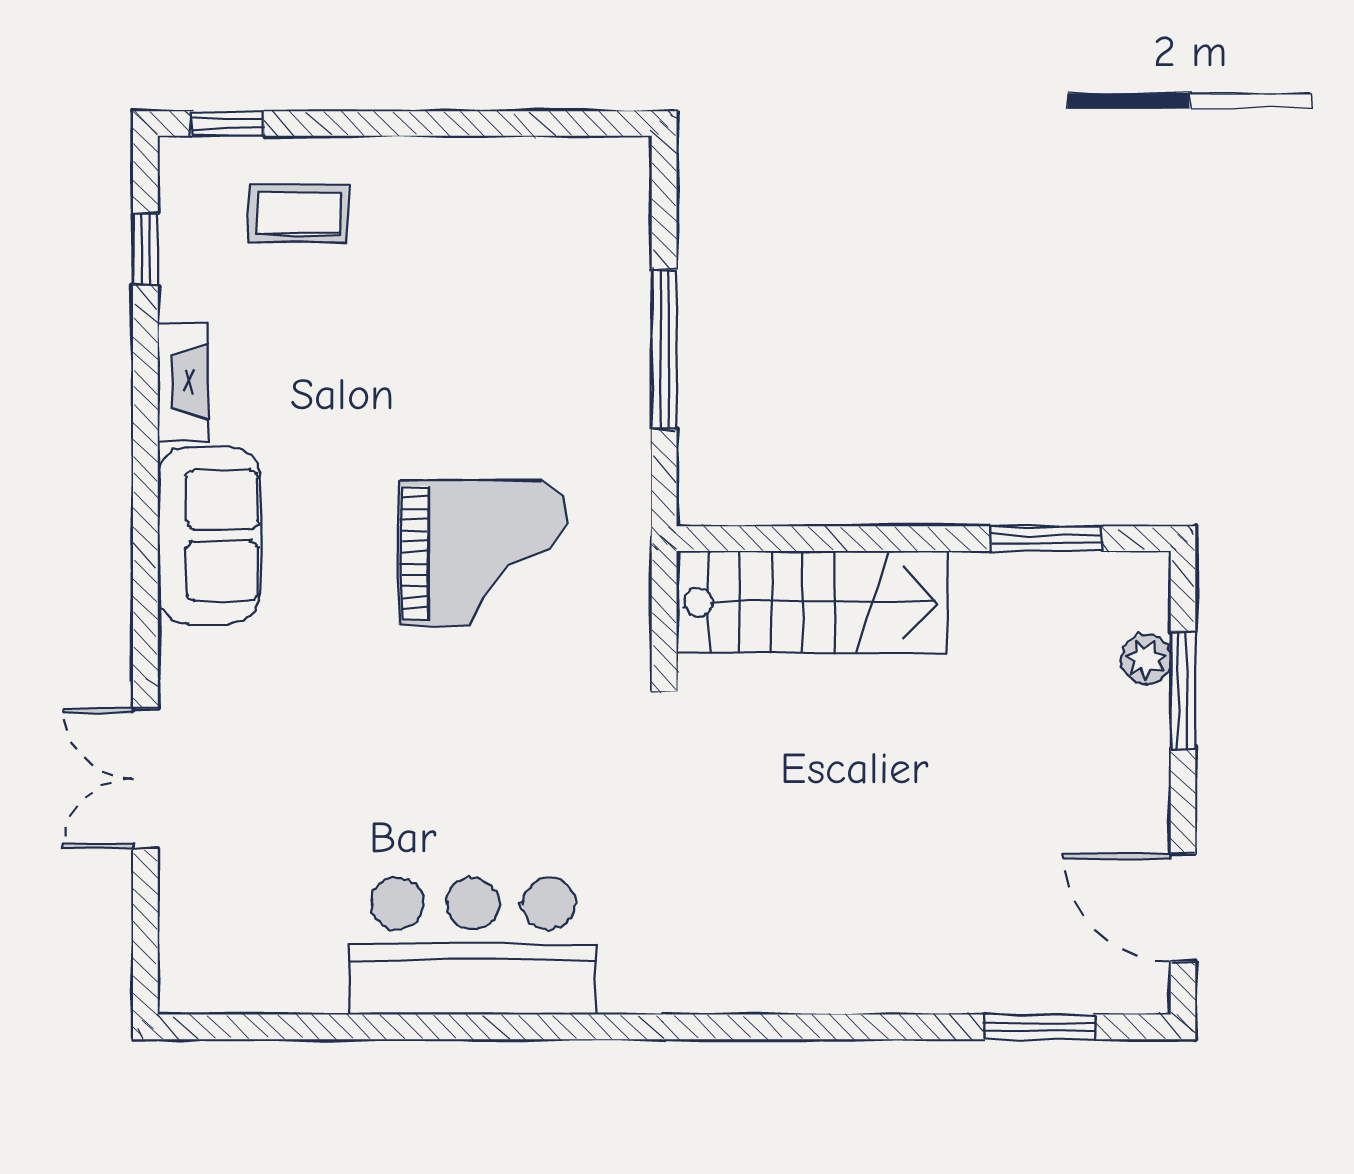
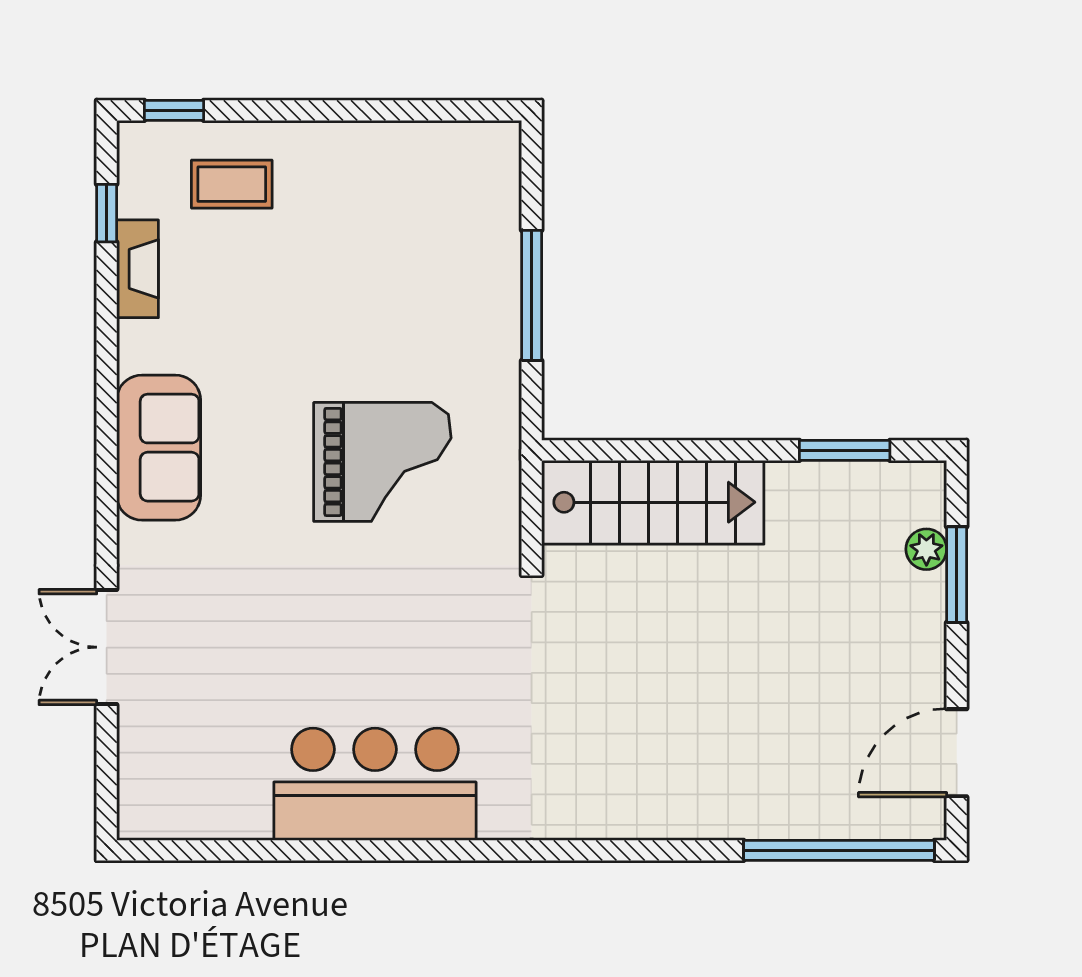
fireplace: (183, 382) -> (138, 269), moved
door: (1183, 908) -> (957, 753), hinge flipped
window: (1039, 1027) -> (839, 850), width x2.11

